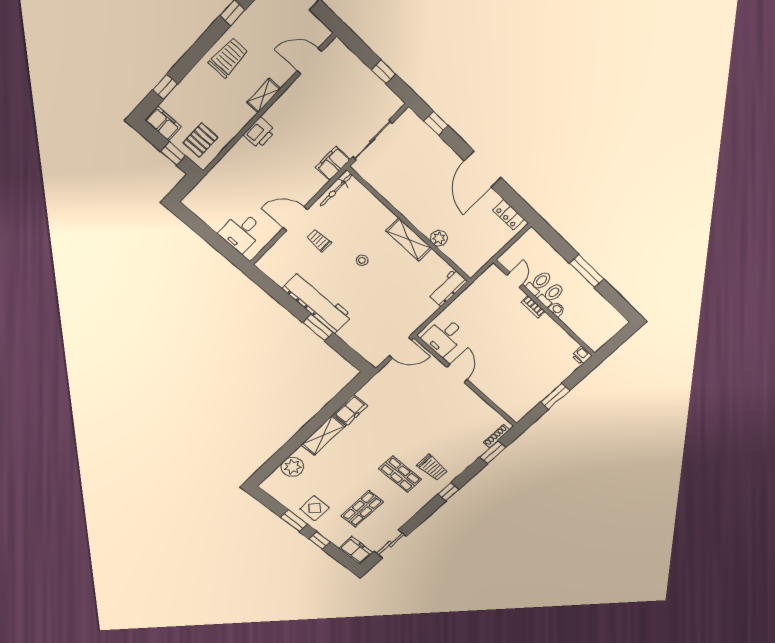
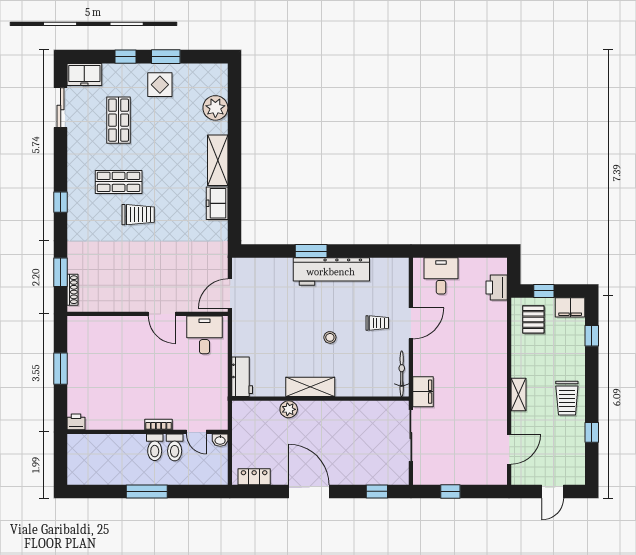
printer: (259, 133) -> (497, 288), moved
washbasin: (557, 309) -> (220, 440), moved
trolley: (432, 468) -> (138, 215), moved, turned 180

